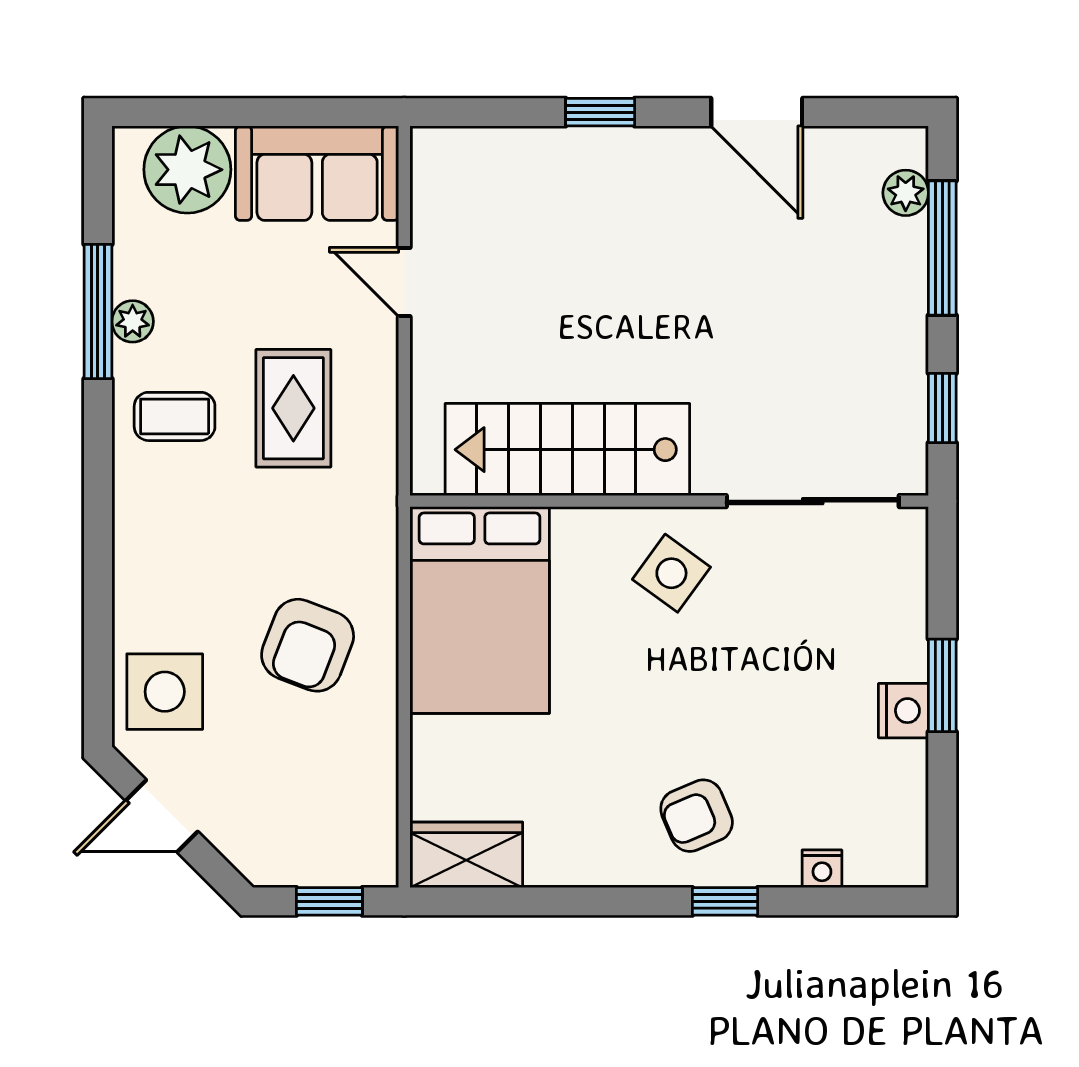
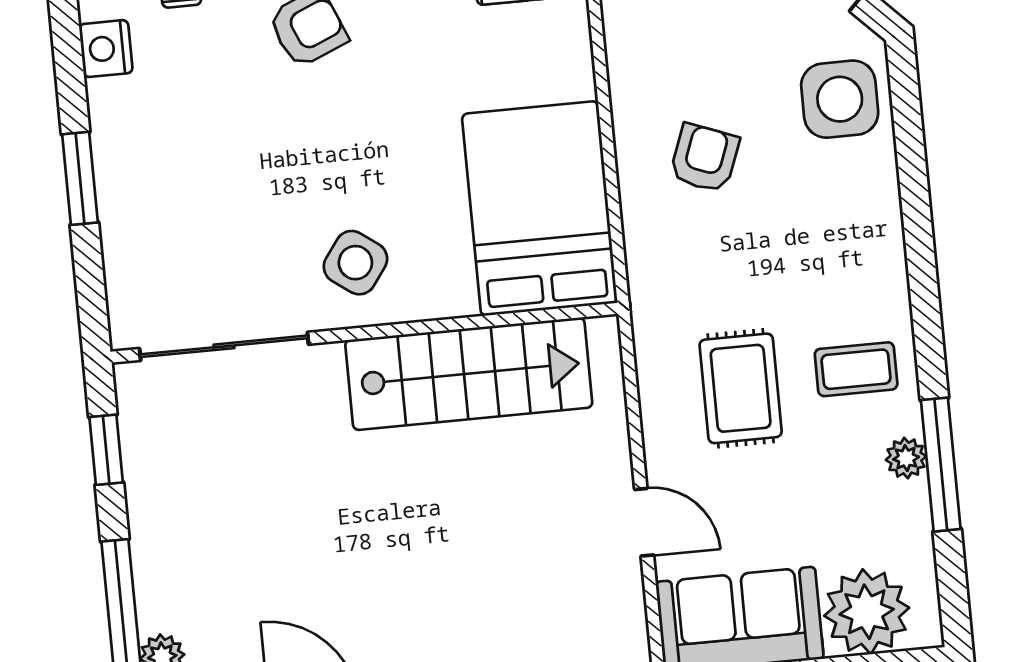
armchair: (308, 645) -> (704, 158), width x0.72, depth x0.72
nightstand: (903, 711) -> (106, 49), moved

